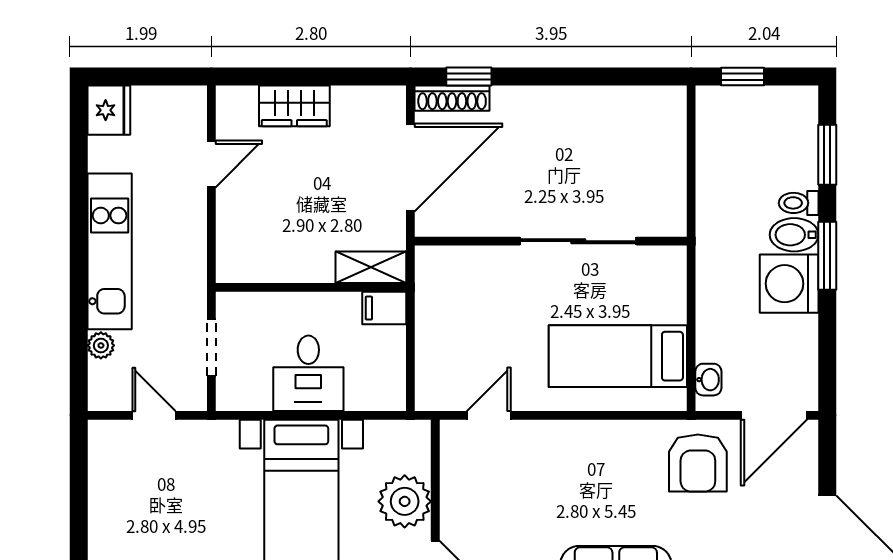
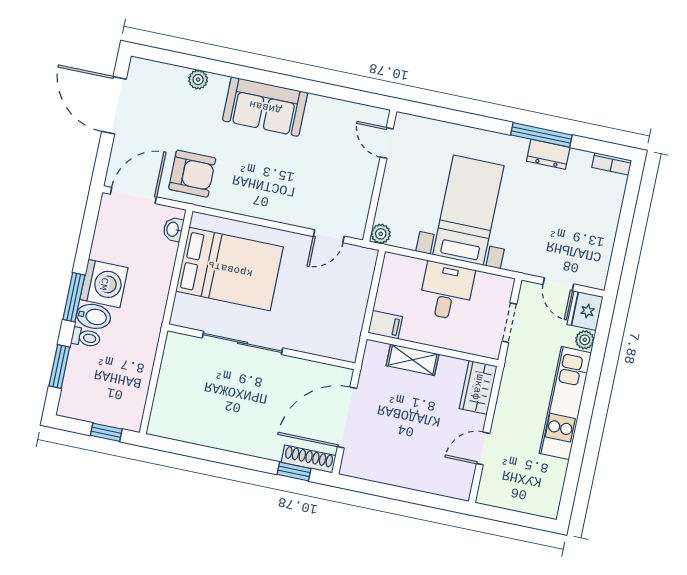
wardrobe: (294, 106) -> (478, 387), moved, turned -90
fridge: (109, 110) -> (585, 311), moved
shelving: (371, 267) -> (413, 360), moved
bed: (618, 356) -> (230, 269), width x1.50
armchair: (698, 463) -> (192, 174), turned 90
plant: (405, 501) -> (381, 234), moved, width x0.53, depth x0.53

